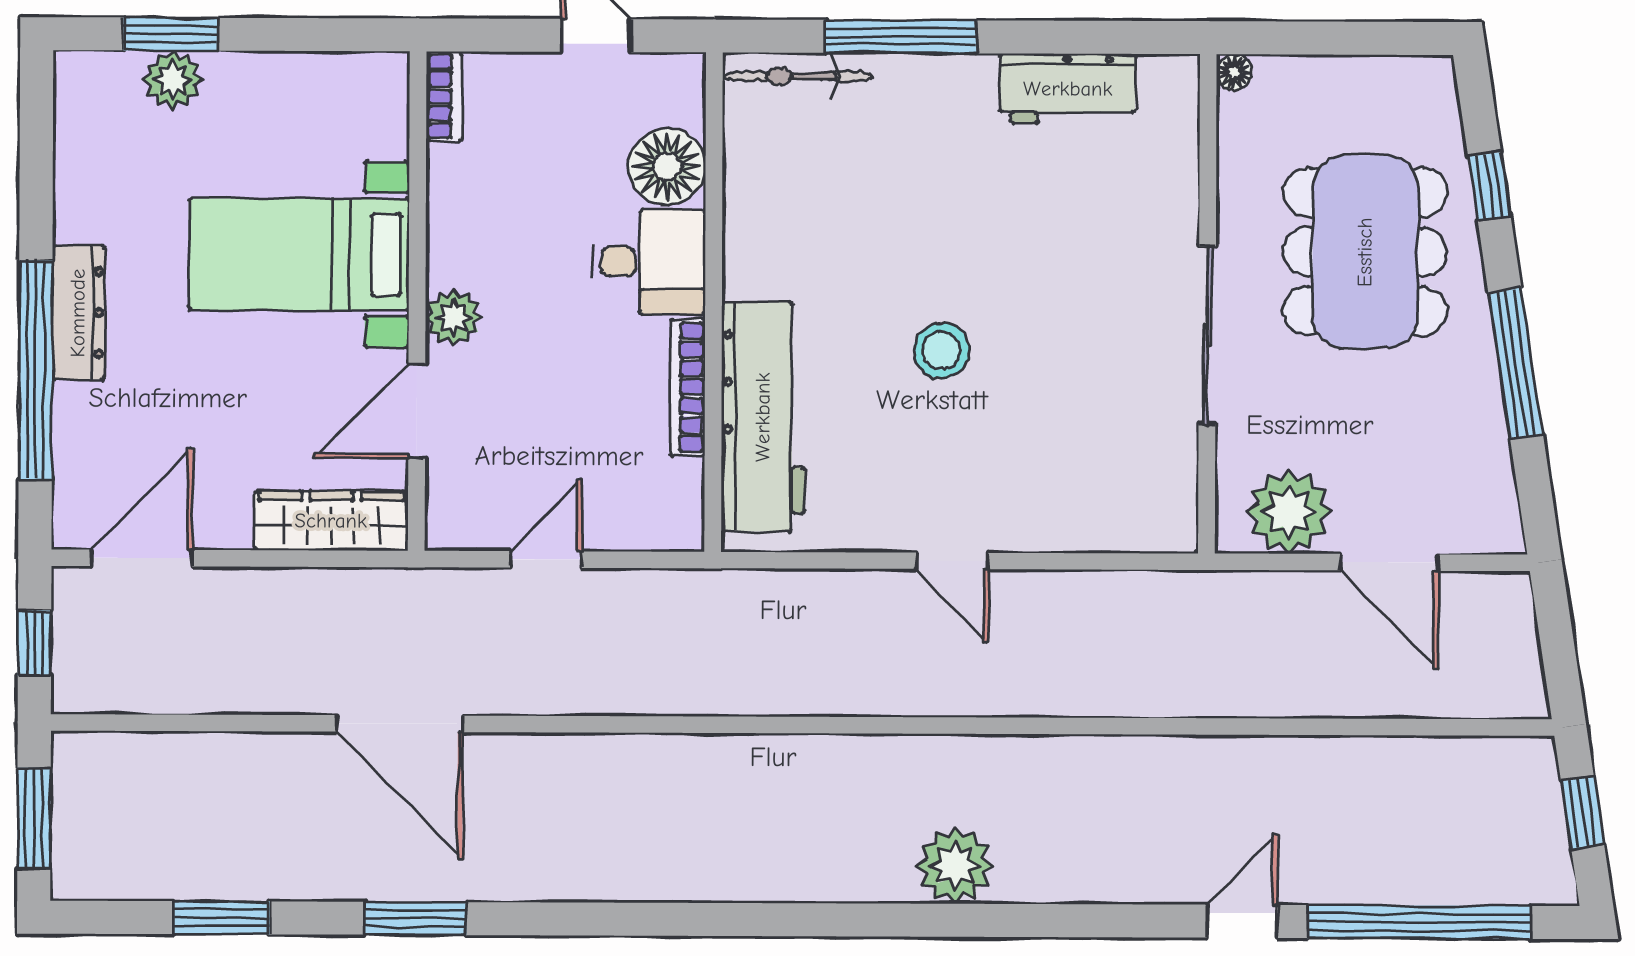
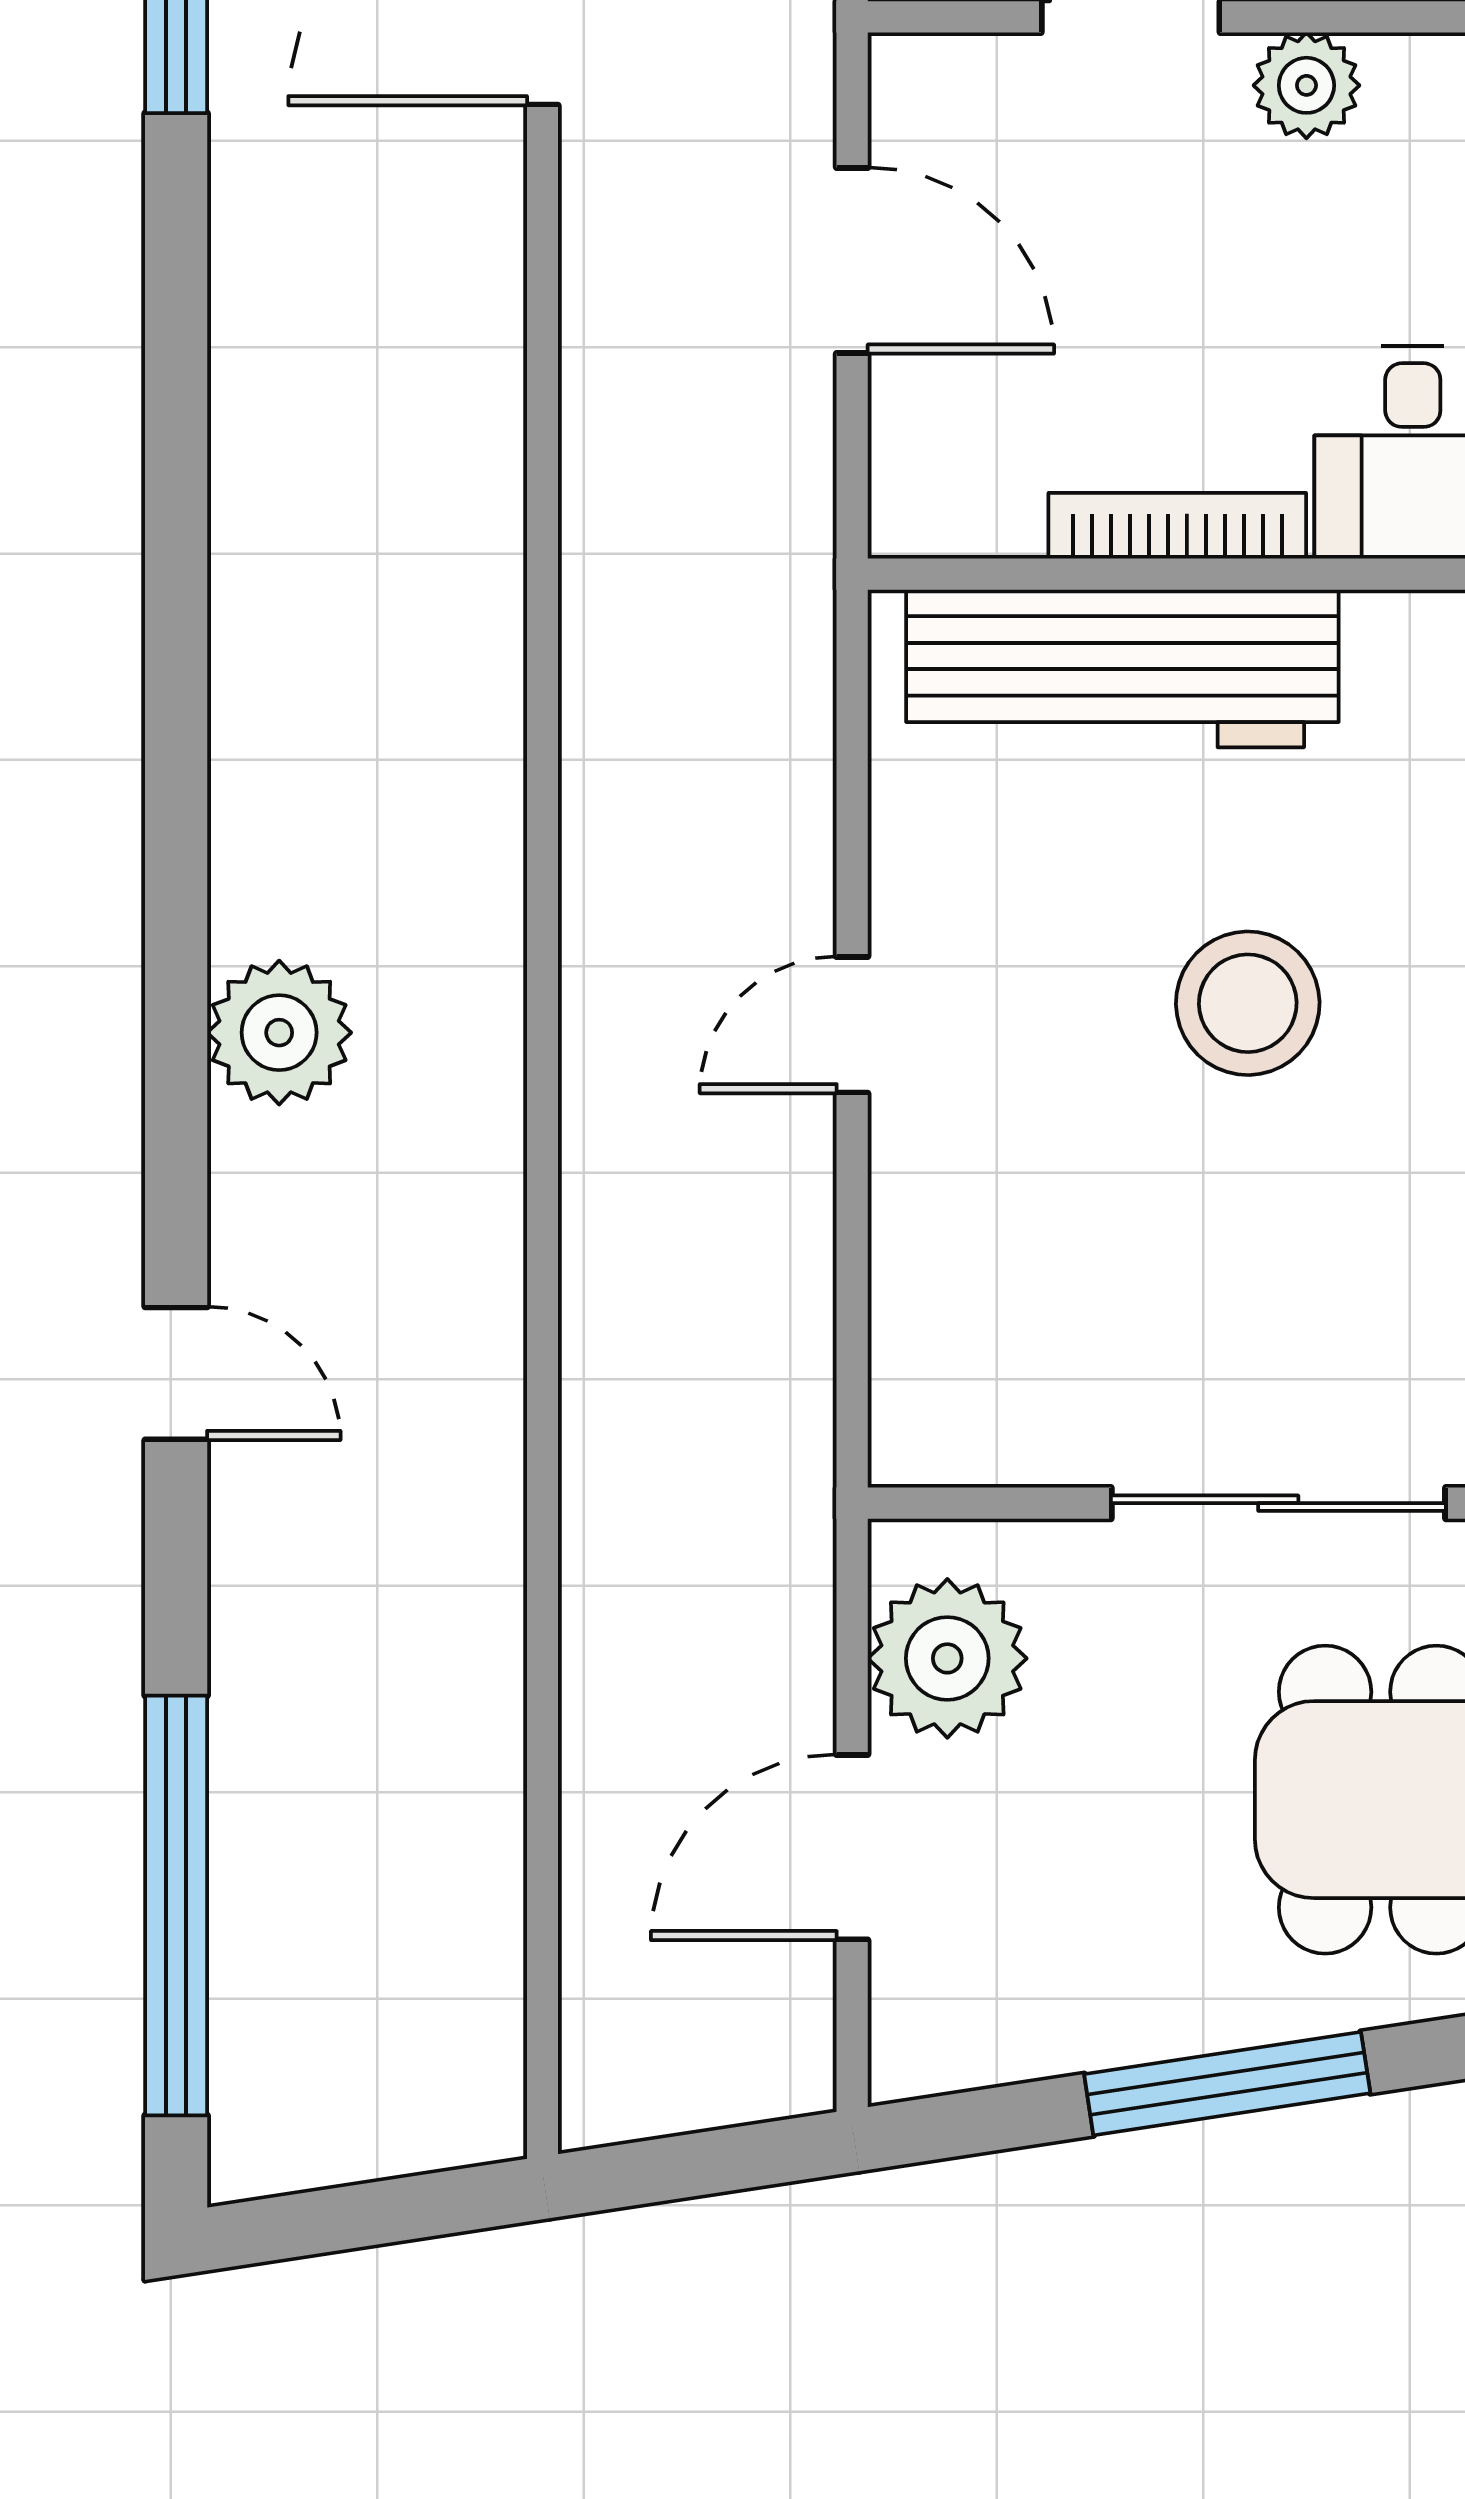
stool: (941, 351) -> (1248, 1003), width x1.38, depth x1.38
door: (546, 559) -> (852, 261), width x1.38
window: (1582, 812) -> (383, 2212), removed
door: (1242, 921) -> (176, 1373), moved

